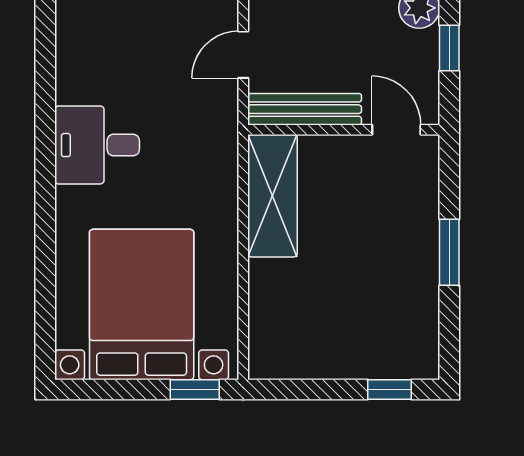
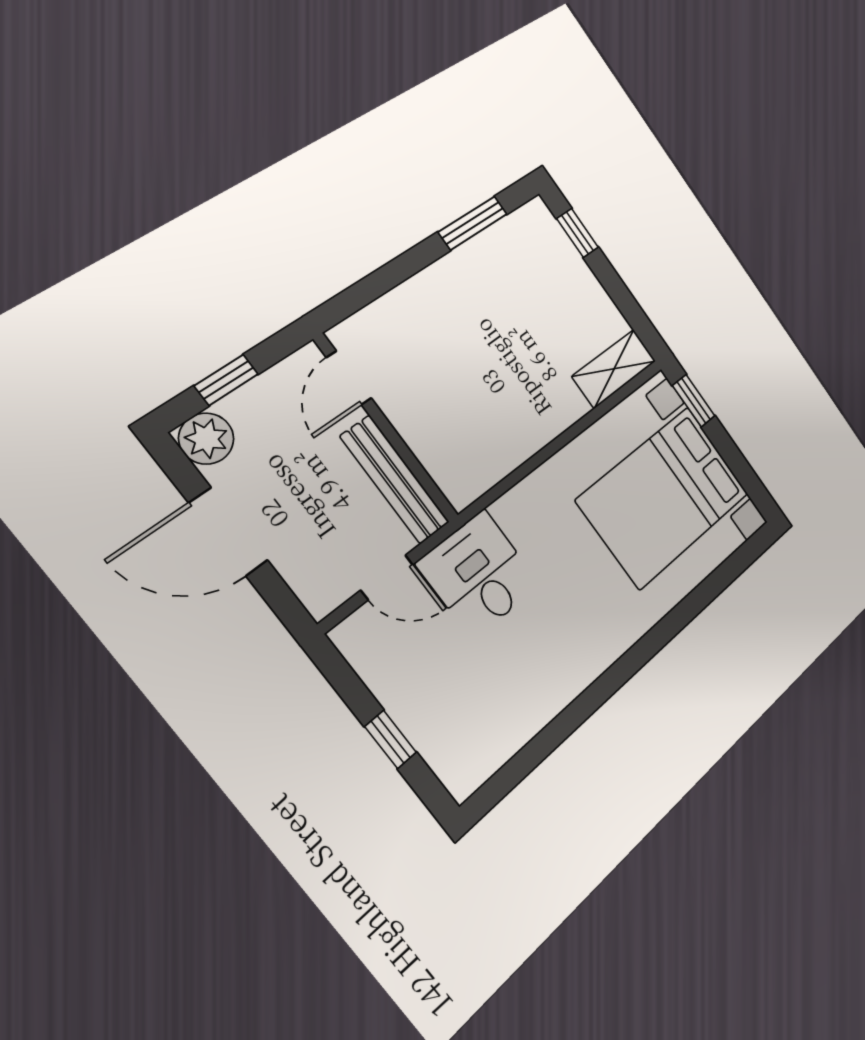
desk: (97, 145) -> (479, 574), moved, turned 180
shelving: (273, 196) -> (614, 369), moved, width x0.67, depth x0.75
window: (449, 252) -> (473, 223), moved

